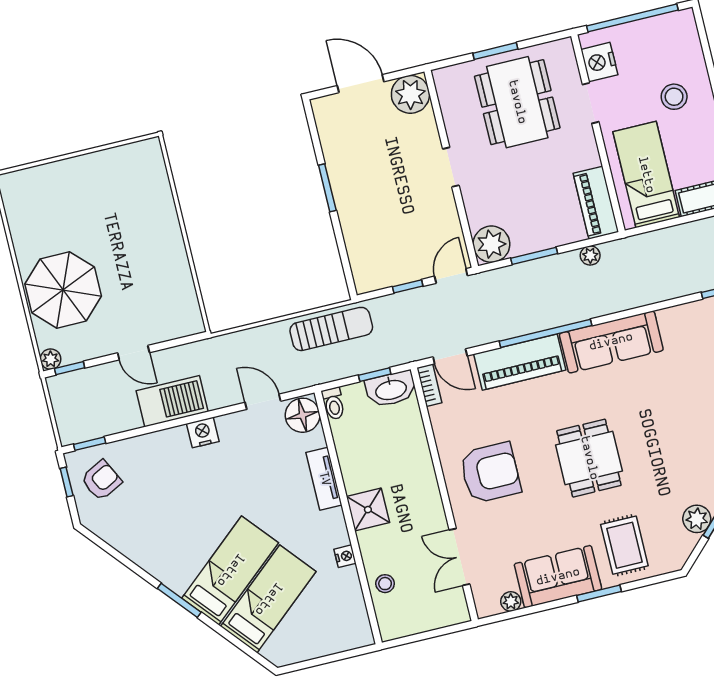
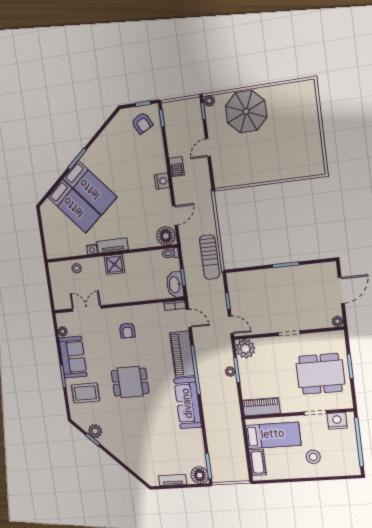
plant: (410, 94) -> (337, 321), width x0.53, depth x0.53
plant: (590, 255) -> (230, 372), moved
door: (450, 356) -> (189, 318), swing flipped
barbecue: (172, 401) -> (177, 167), width x0.53, depth x0.65
armchair: (490, 473) -> (127, 330), width x0.53, depth x0.53
tv unit: (324, 479) -> (113, 246), moved

